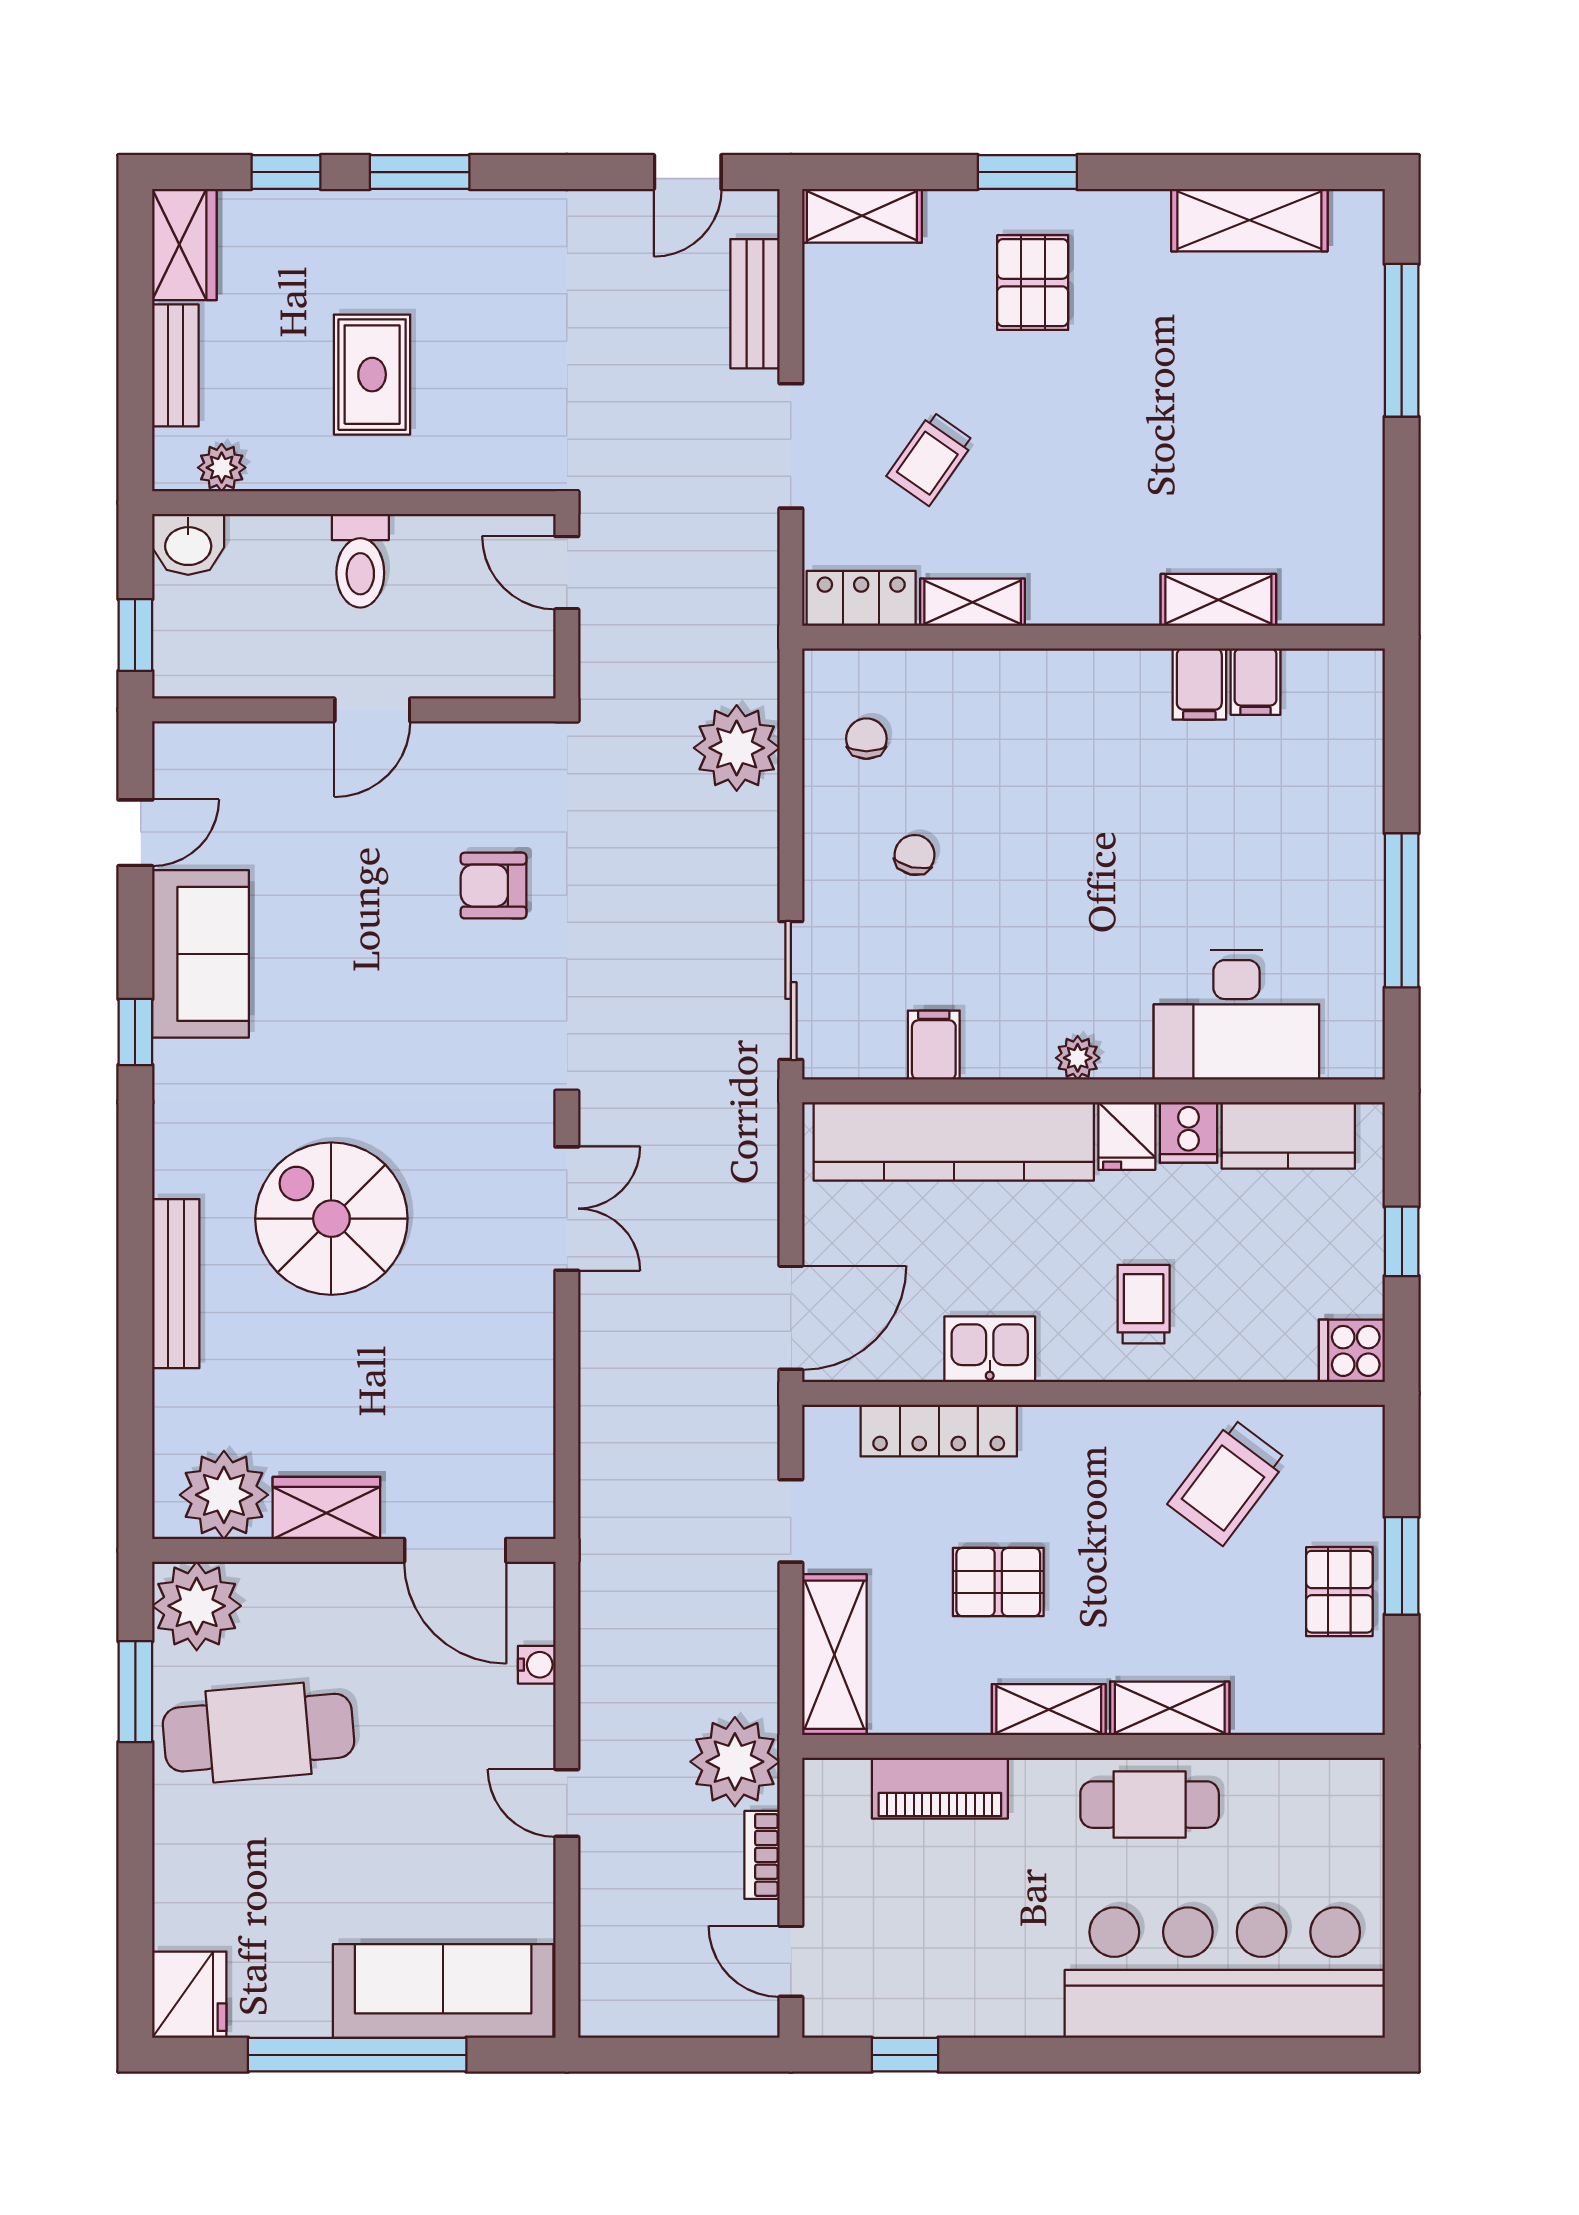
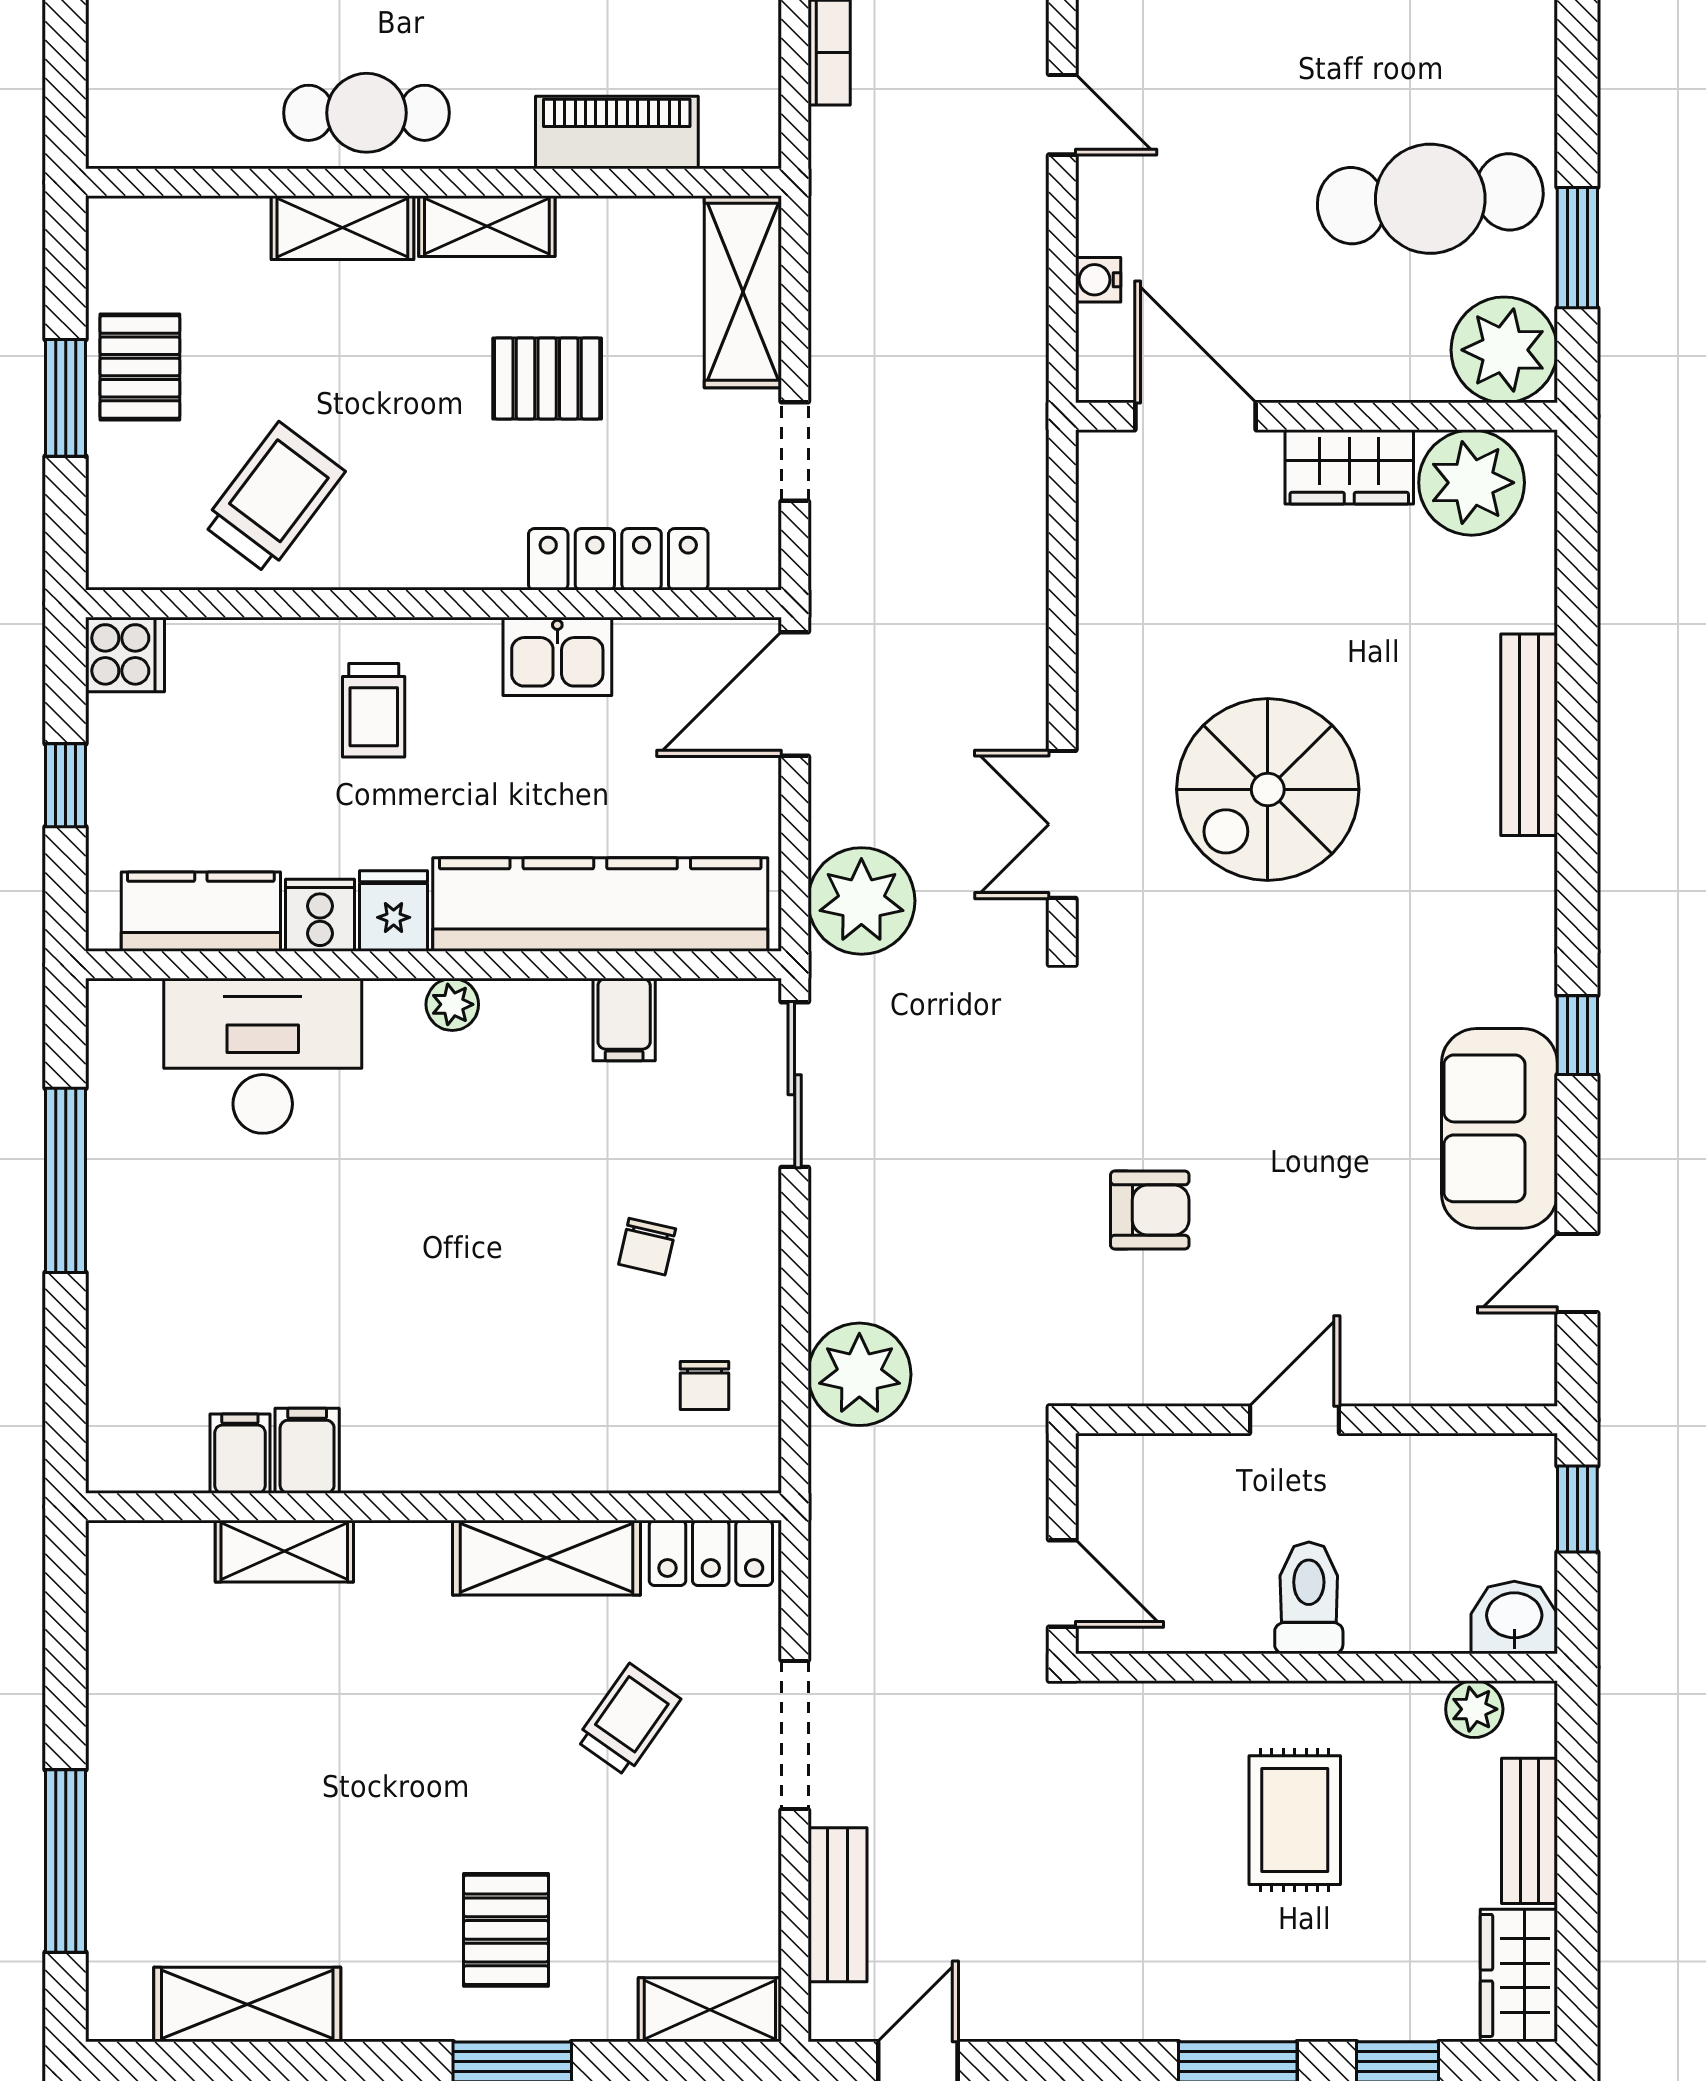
shelving: (973, 602) -> (547, 1558), width x1.50, depth x1.33
spiral stairs: (331, 1219) -> (1268, 789), moved, turned 90
plant: (735, 1762) -> (861, 901), moved

